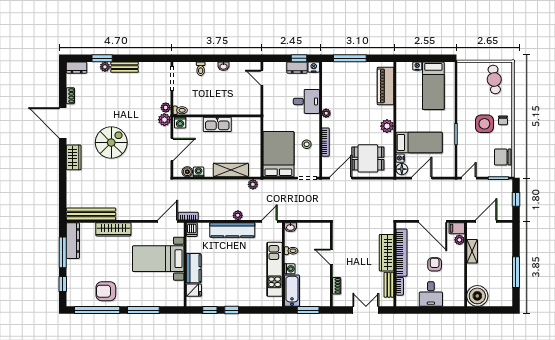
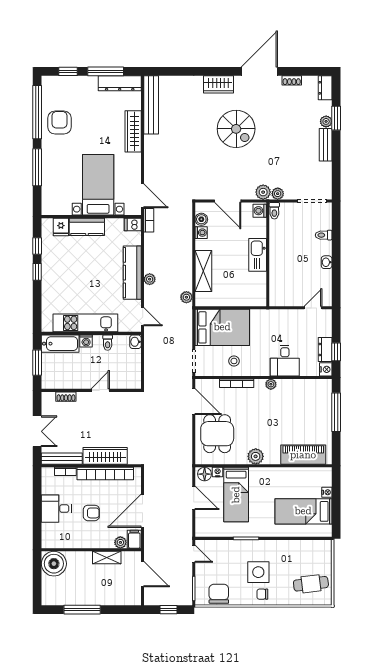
bench: (389, 285) -> (62, 459), width x1.36

